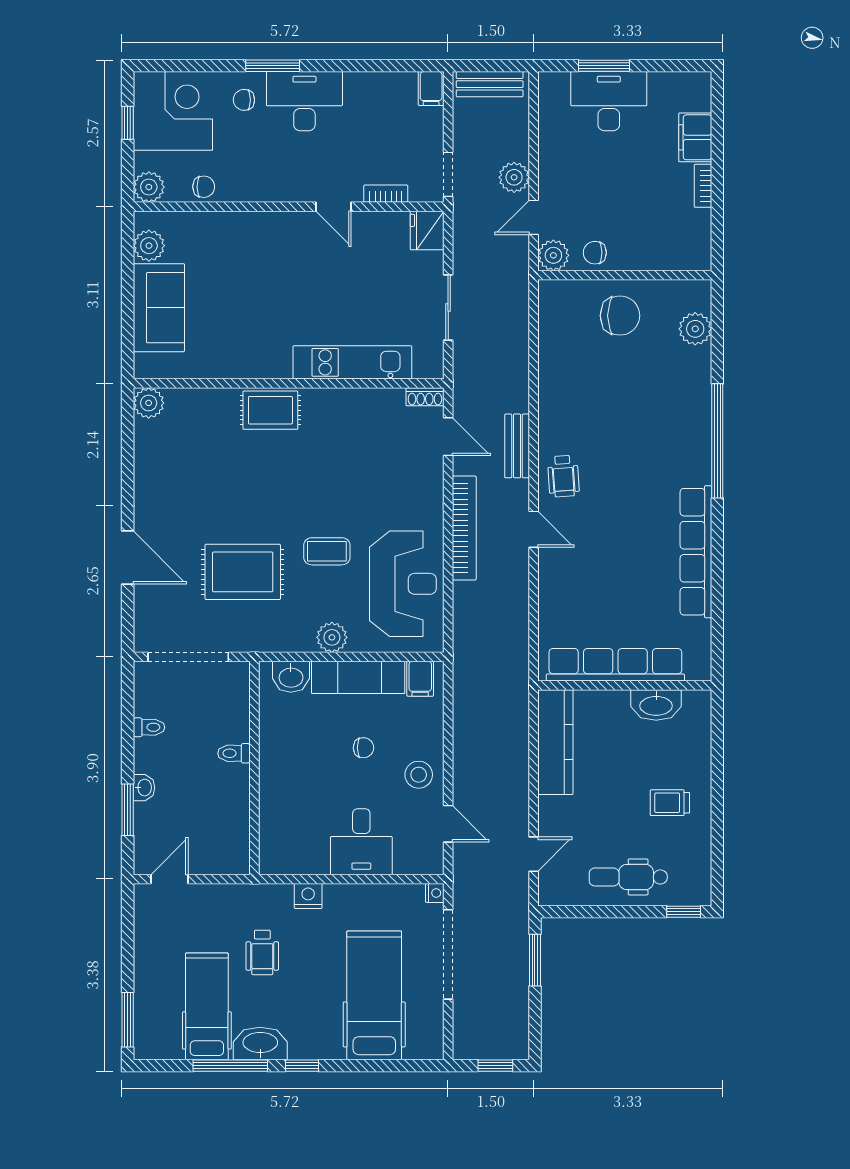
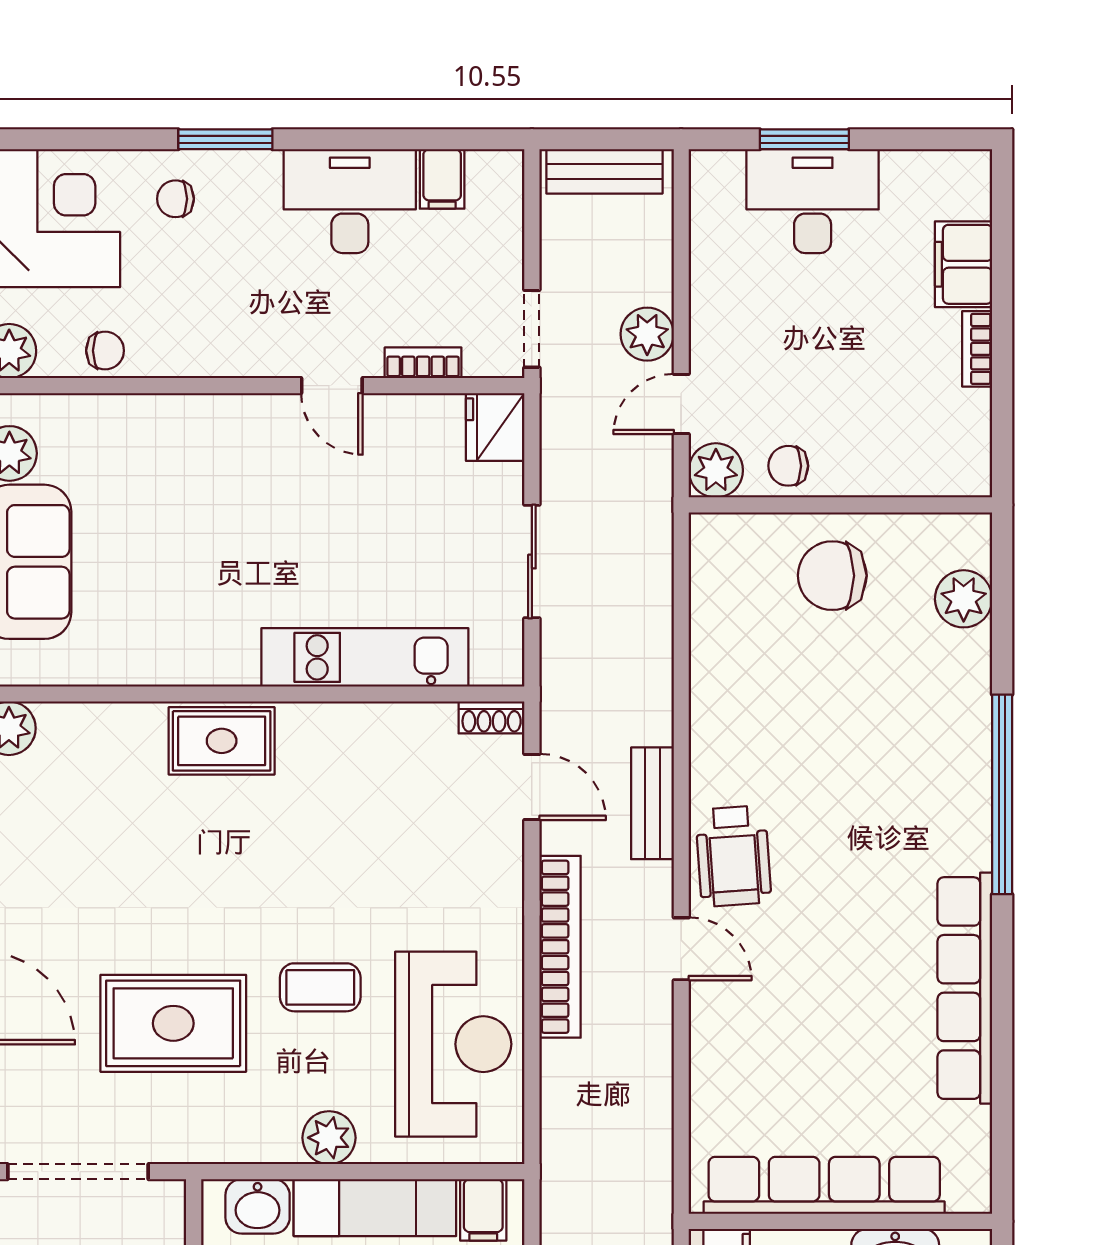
filing cabinet: (431, 88) -> (442, 179), moved
desk: (304, 101) -> (350, 201), moved
chair: (620, 316) -> (832, 576), turned 180
wheelchair: (563, 476) -> (733, 856), width x1.36, depth x1.37

